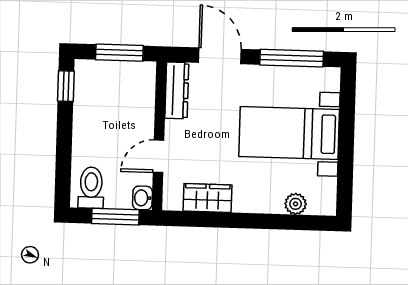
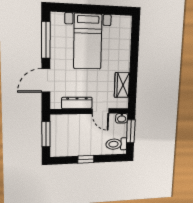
window: (66, 86) -> (86, 159), moved
dresser: (177, 90) -> (77, 103), moved
plant: (296, 204) -> (125, 38), removed

